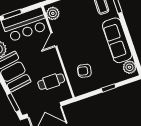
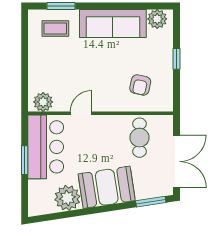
door: (54, 40) -> (81, 113), swing flipped

